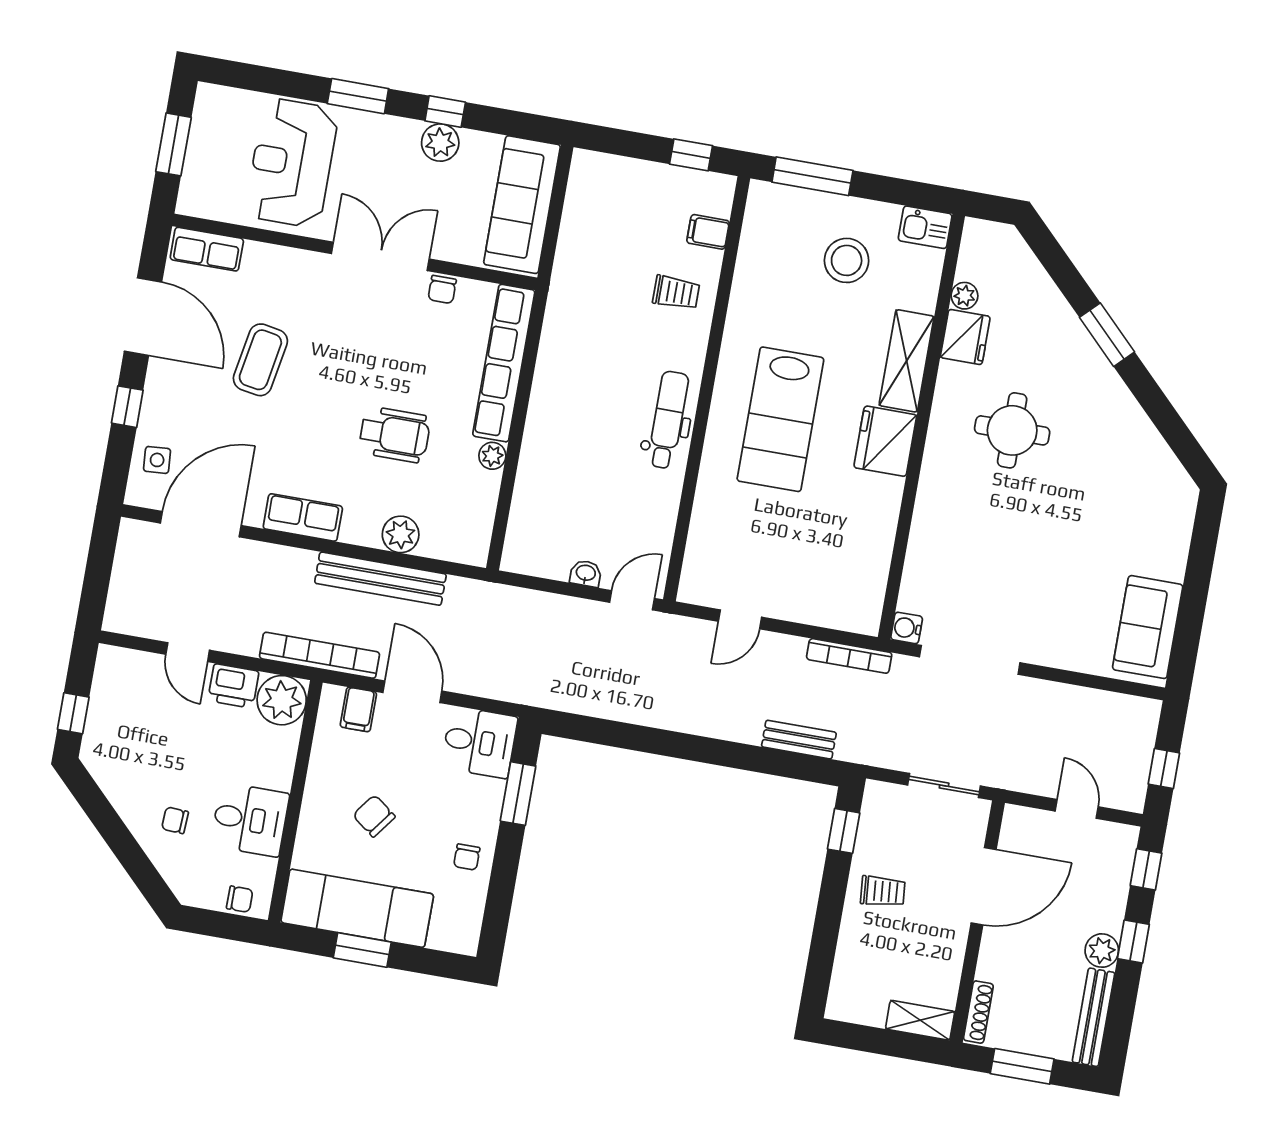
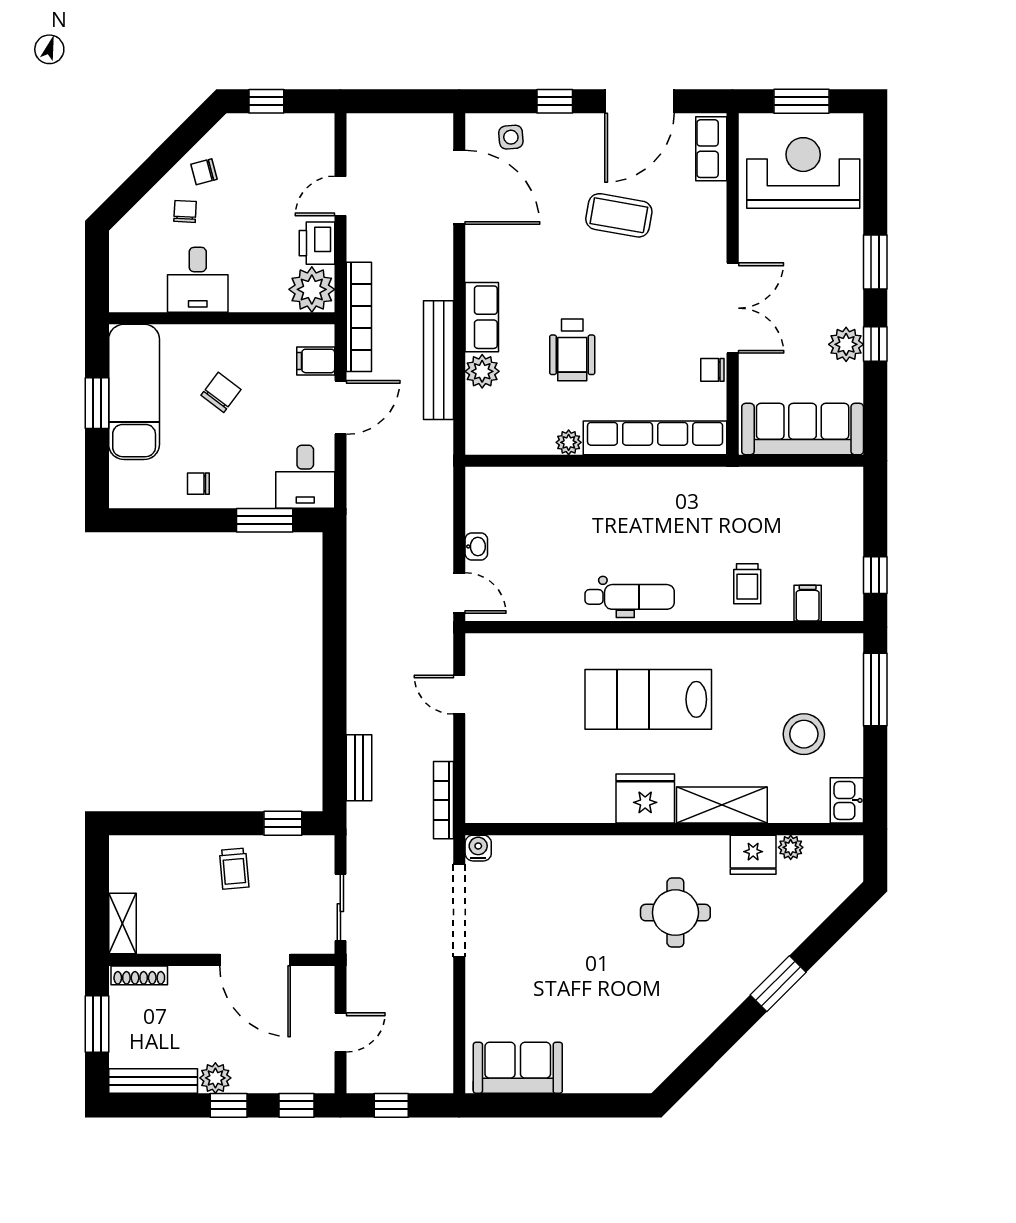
reception desk: (292, 163) -> (803, 173), moved
row of seats: (303, 517) -> (482, 317), moved
chair: (240, 899) -> (204, 172), moved, turned 75

